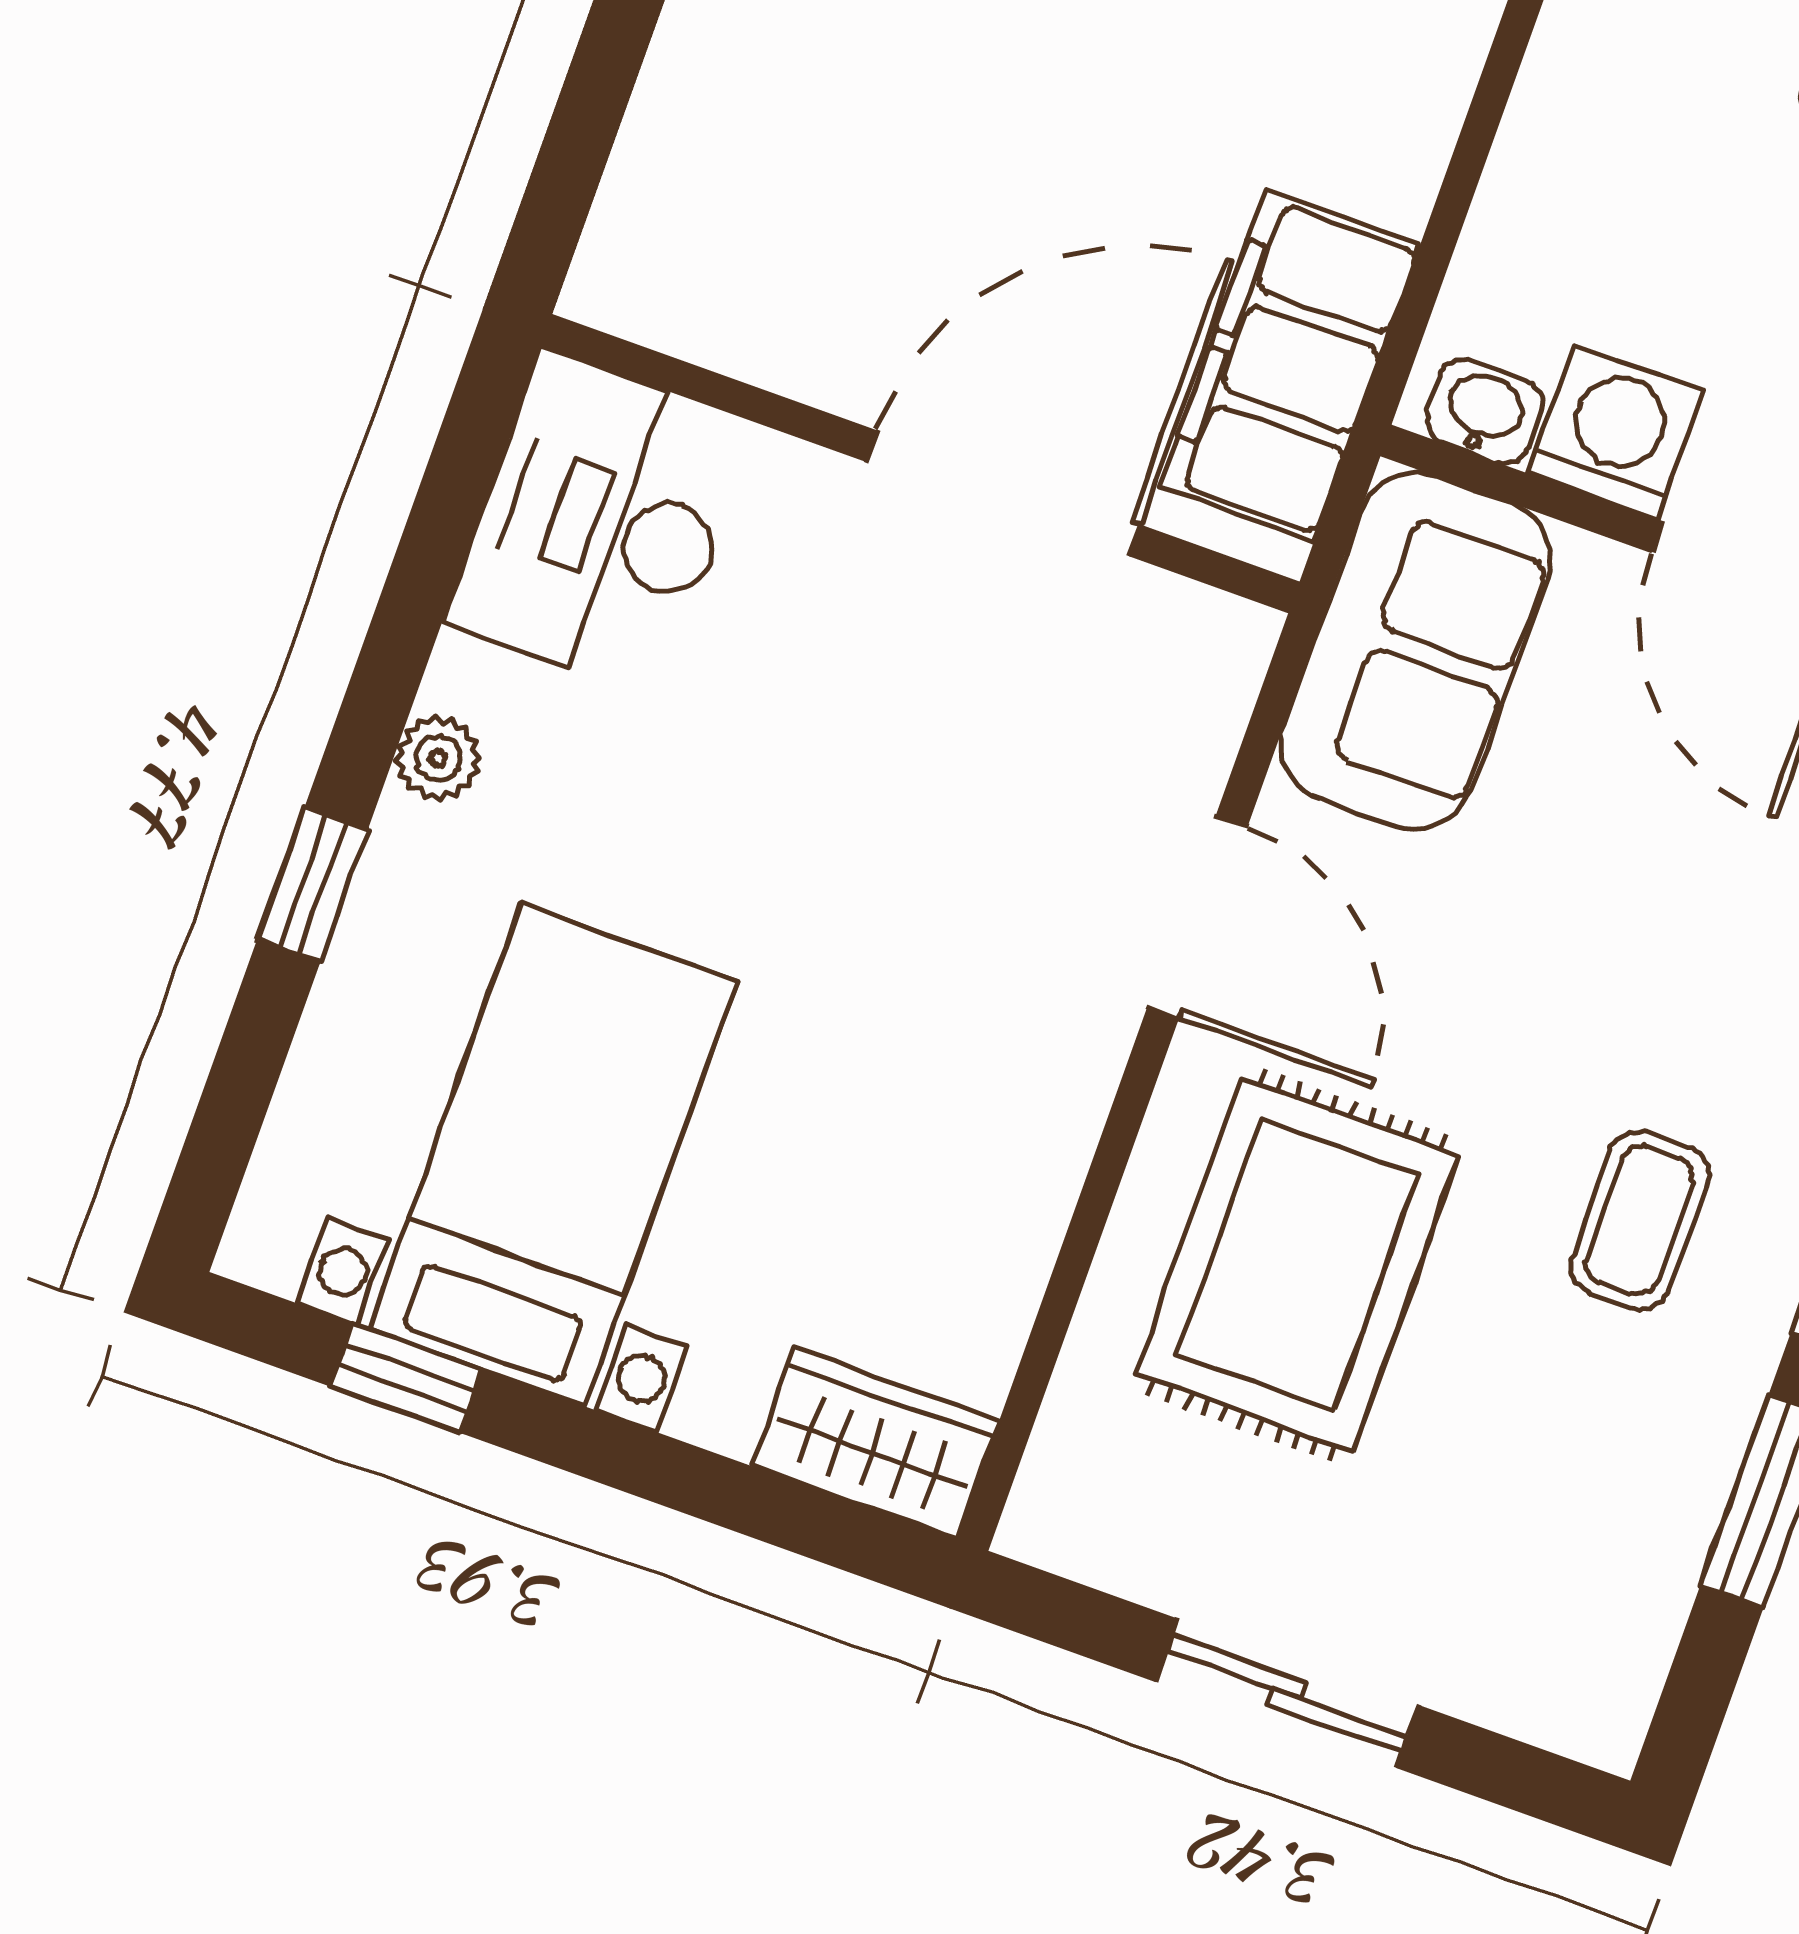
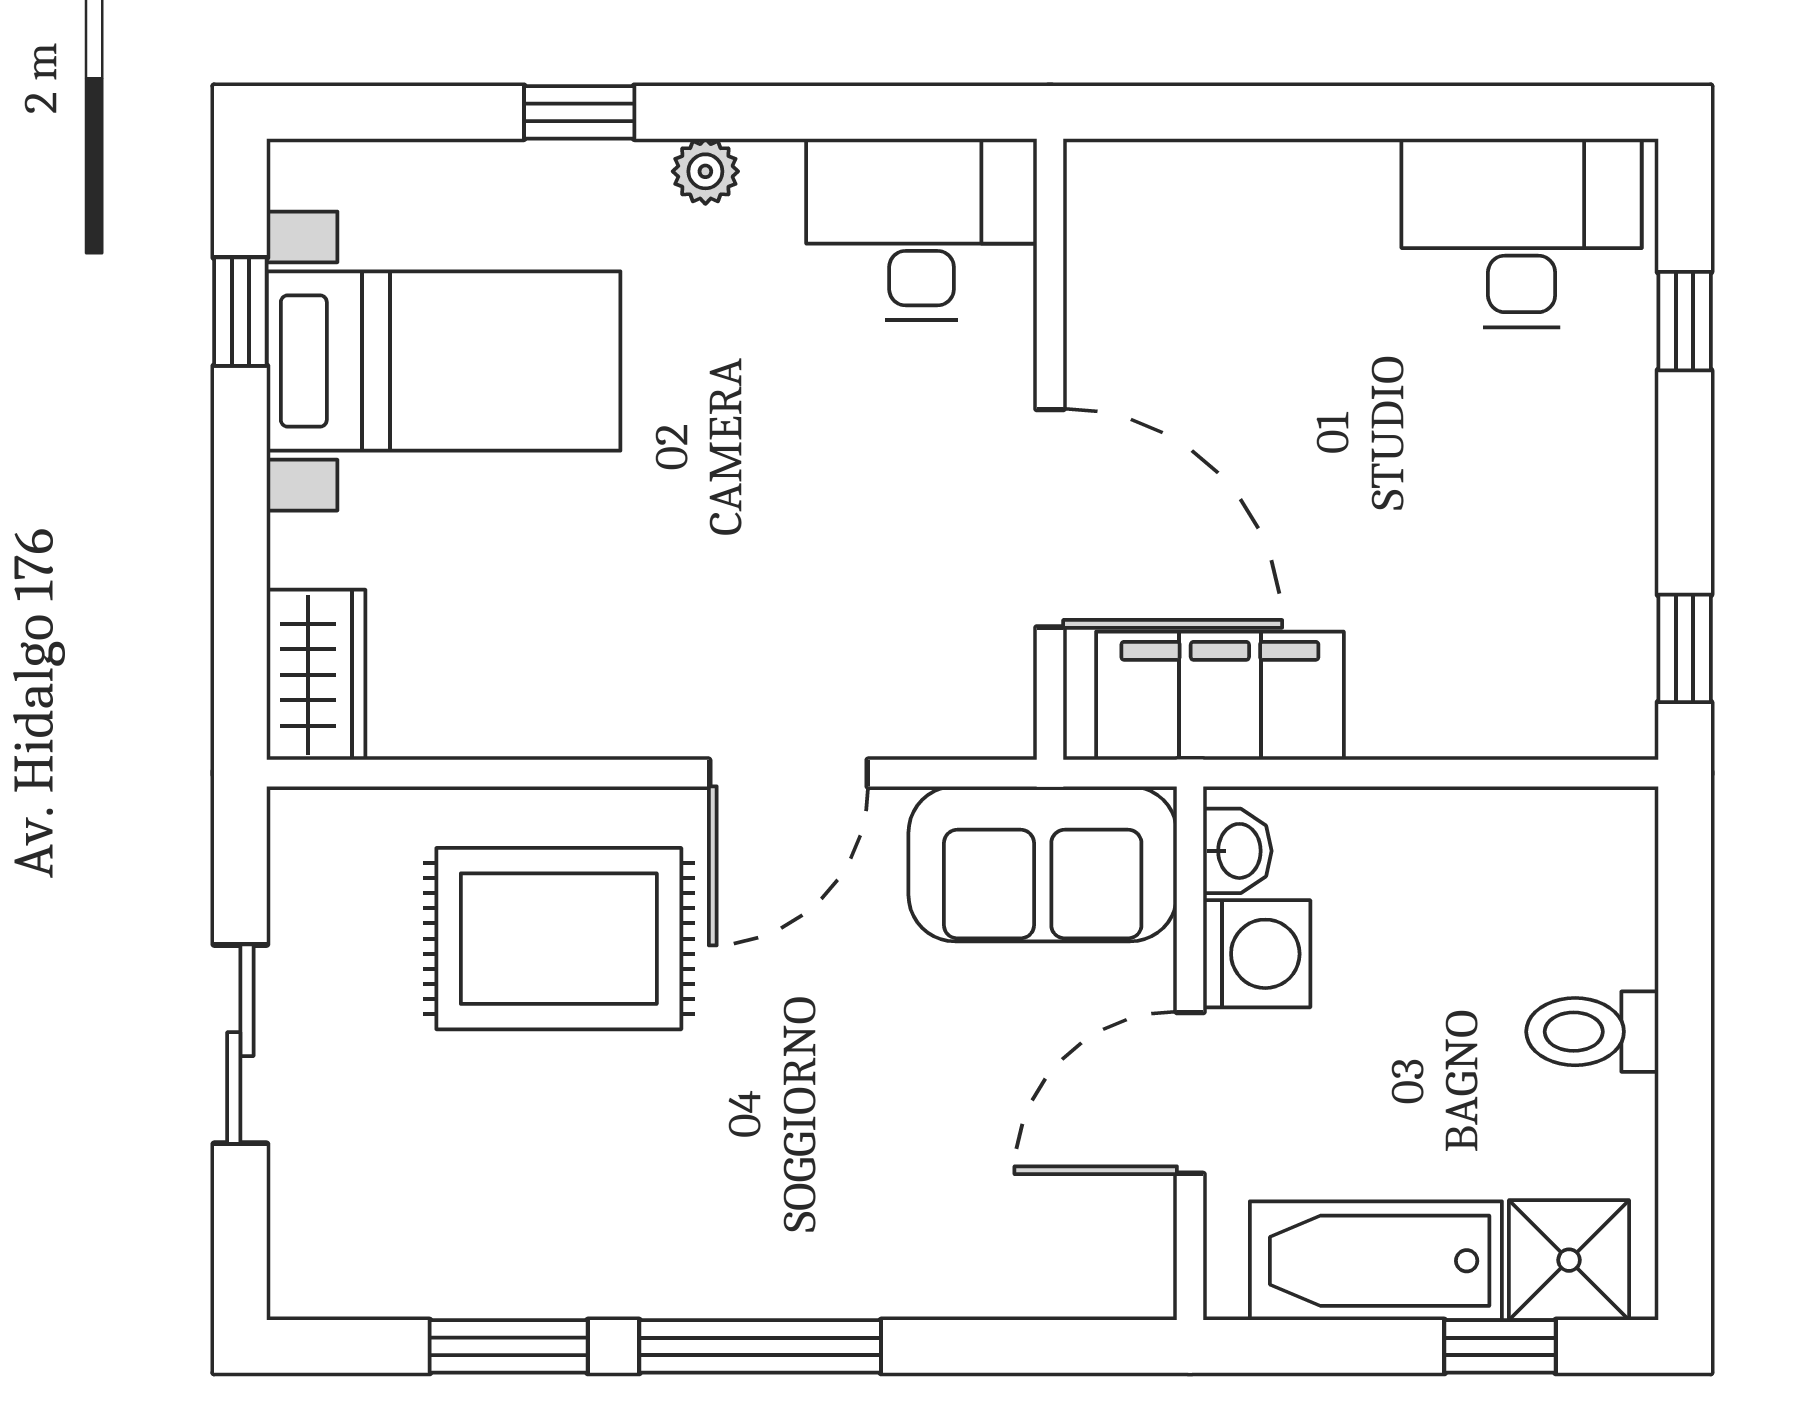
coffee table: (1640, 1220) -> (682, 1179), removed

